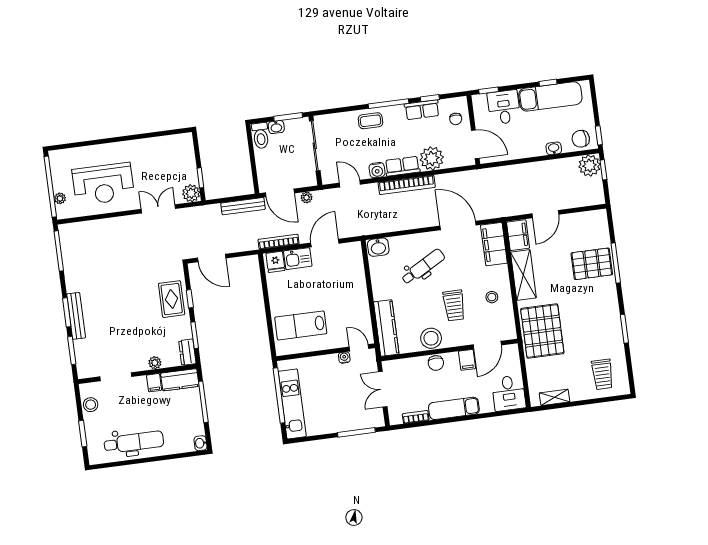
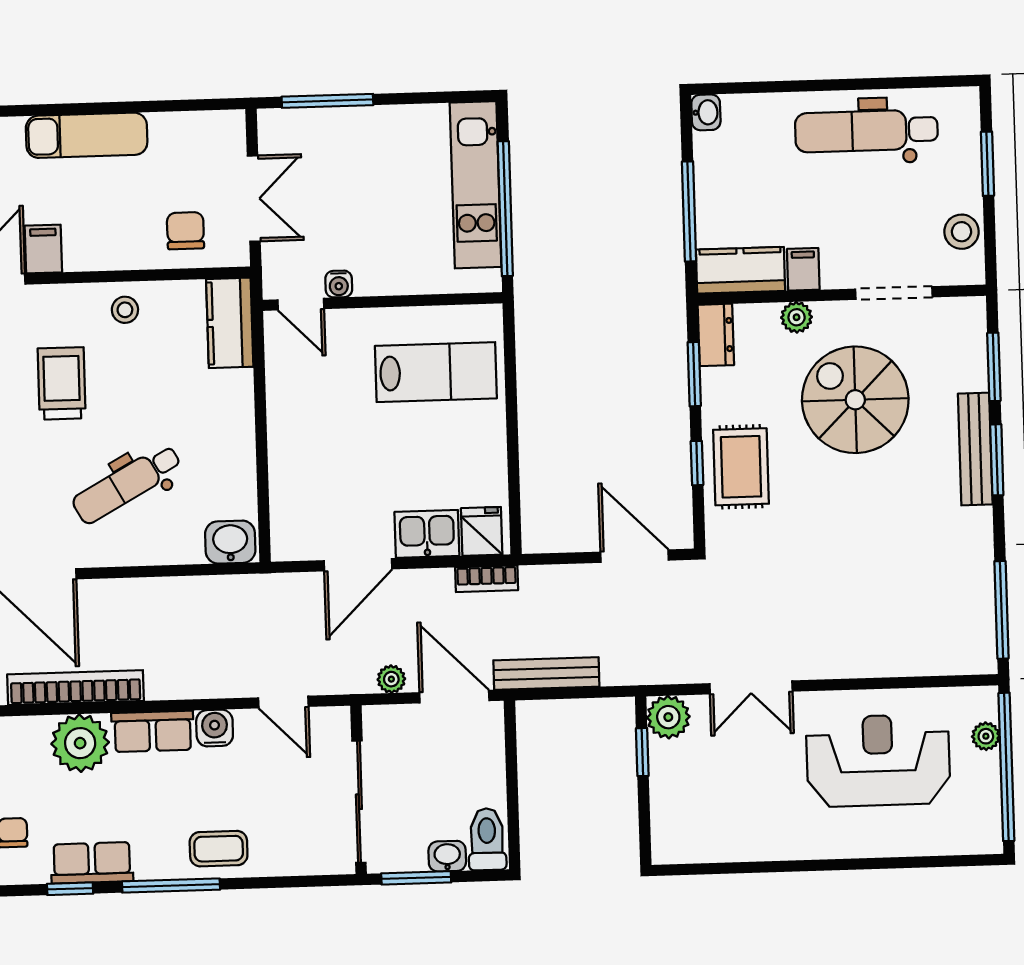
bookcase: (407, 185) -> (76, 688), moved
bookcase: (279, 242) -> (487, 579), width x0.64
kitchen counter: (386, 328) -> (230, 323), width x0.67
spiral stairs: (127, 331) -> (855, 400), added
stool: (431, 338) -> (125, 310), width x0.53, depth x0.53
chair: (436, 363) -> (185, 231), moved
bookcase: (416, 417) -> (181, 124), removed

